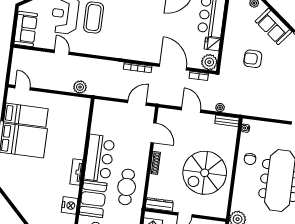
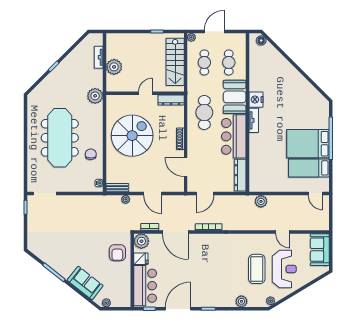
armchair: (253, 59) -> (117, 253), moved, turned 90
dresser: (98, 117) -> (240, 175), added
nightstand: (70, 205) -> (256, 100), moved

